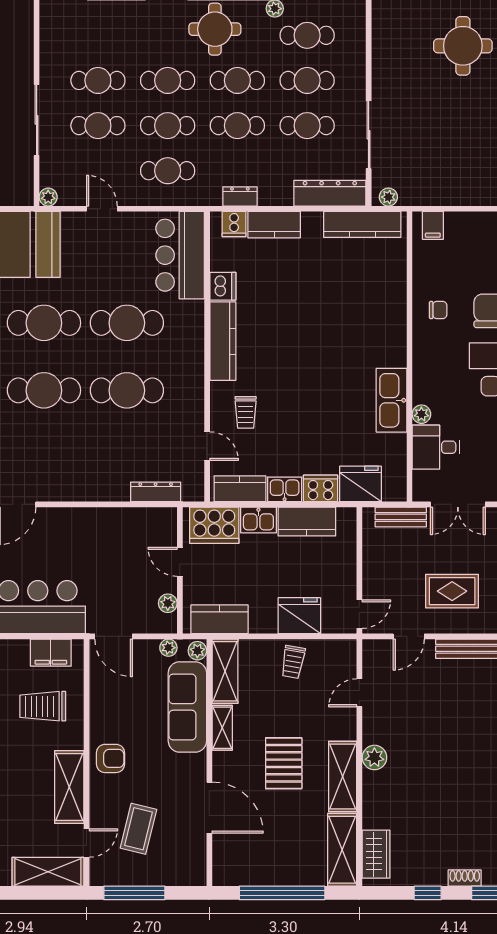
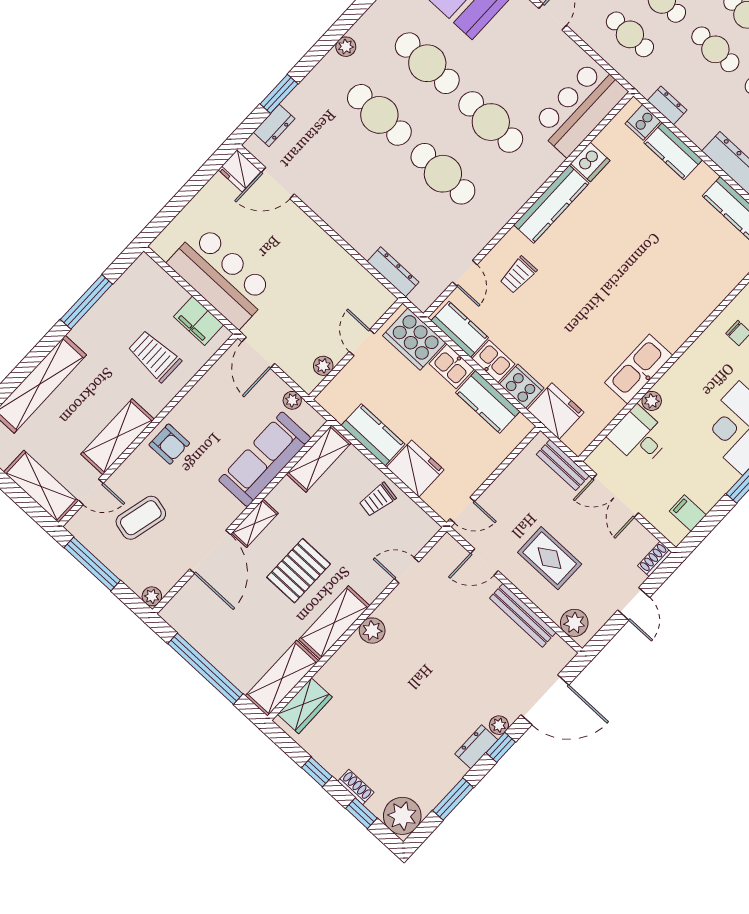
kitchen counter: (220, 619) -> (373, 435), moved
plant: (197, 651) -> (152, 596), moved
shelving: (222, 728) -> (255, 523), moved

